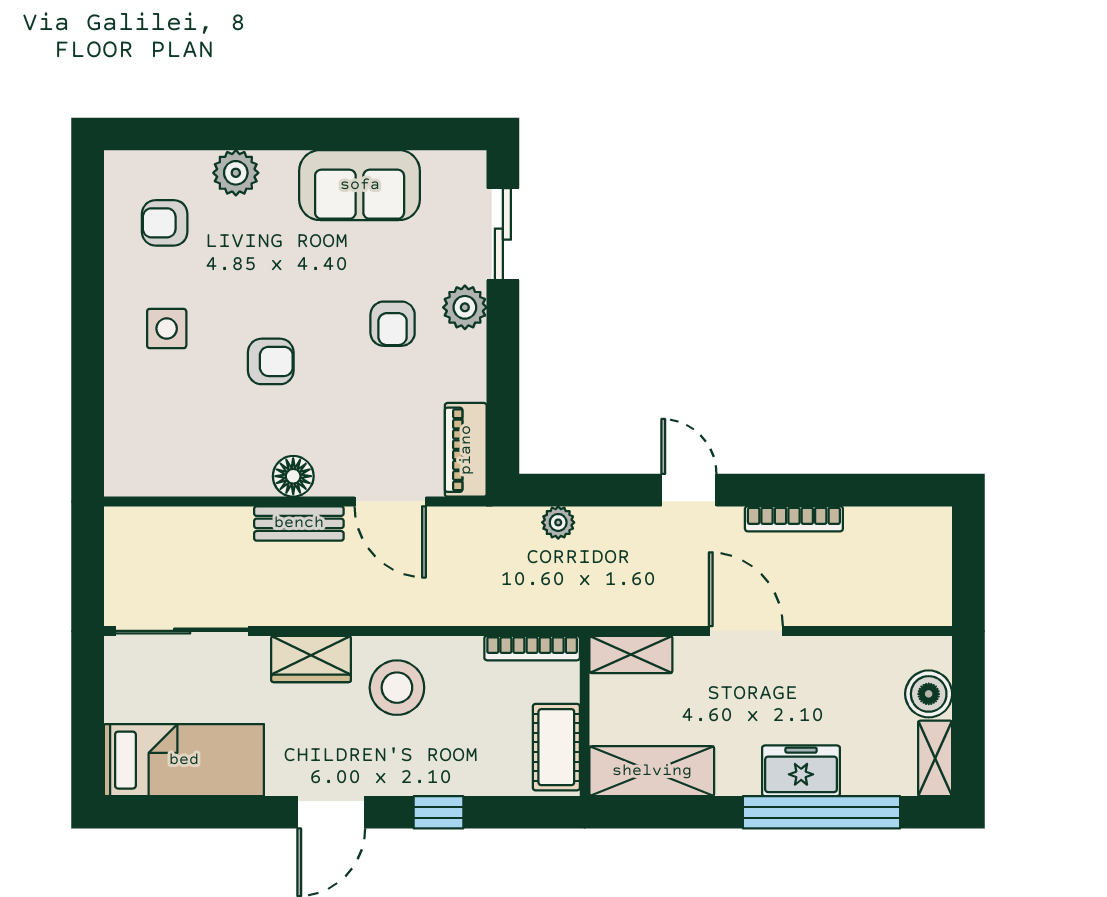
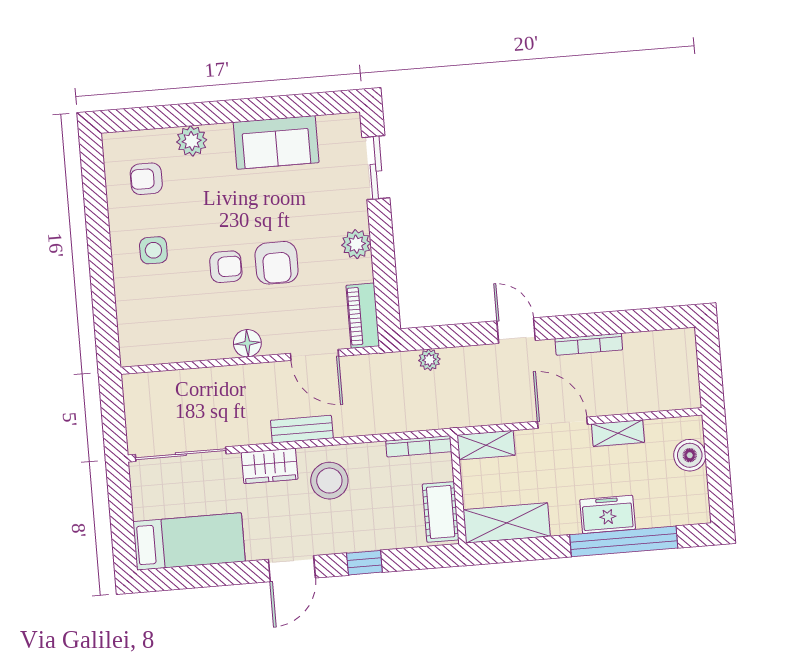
plant: (465, 307) -> (356, 244), moved
armchair: (393, 324) -> (277, 263), moved, width x1.38, depth x1.38
bench: (299, 523) -> (302, 429), moved
shelving: (935, 758) -> (618, 433), moved, turned 90

